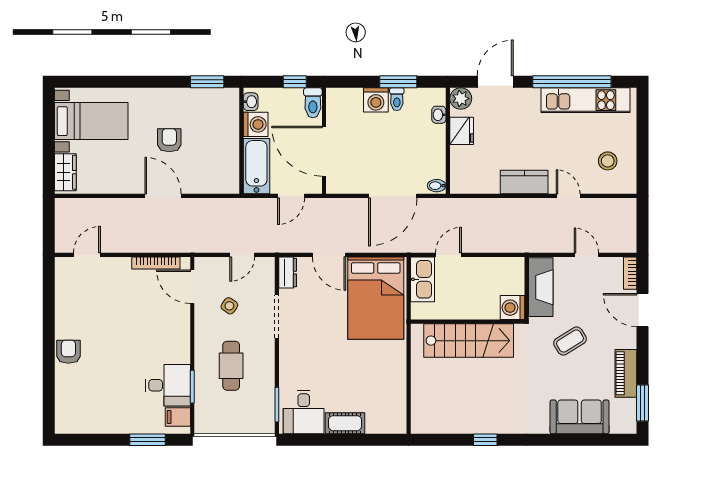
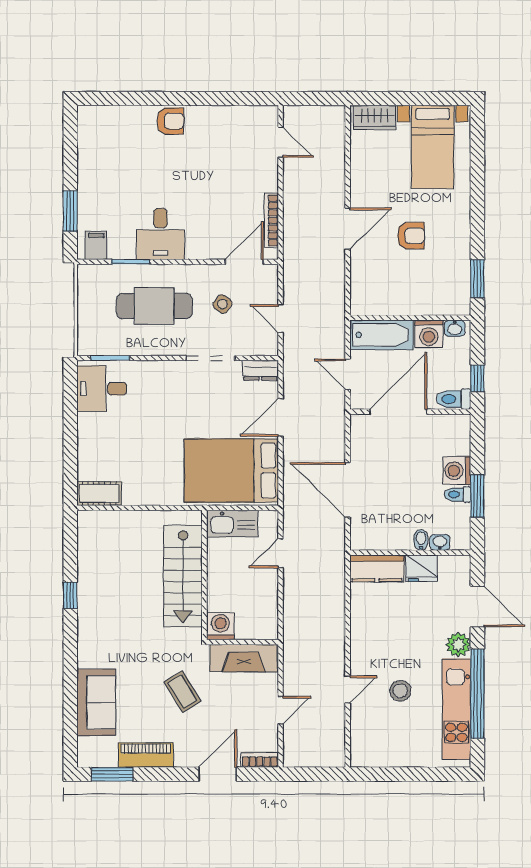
plant: (461, 99) -> (458, 645), moved
stool: (608, 161) -> (400, 691), moved
kitchen counter: (524, 182) -> (377, 568), moved, turned 90
bidet: (437, 186) -> (421, 540), moved
door: (448, 255) -> (280, 553), swing flipped
kitchen sink: (422, 279) -> (232, 524), moved
cafe table: (231, 366) -> (154, 306), width x1.37, depth x1.35
desk: (168, 385) -> (161, 234), moved
cot: (345, 423) -> (99, 494), moved, turned 90

